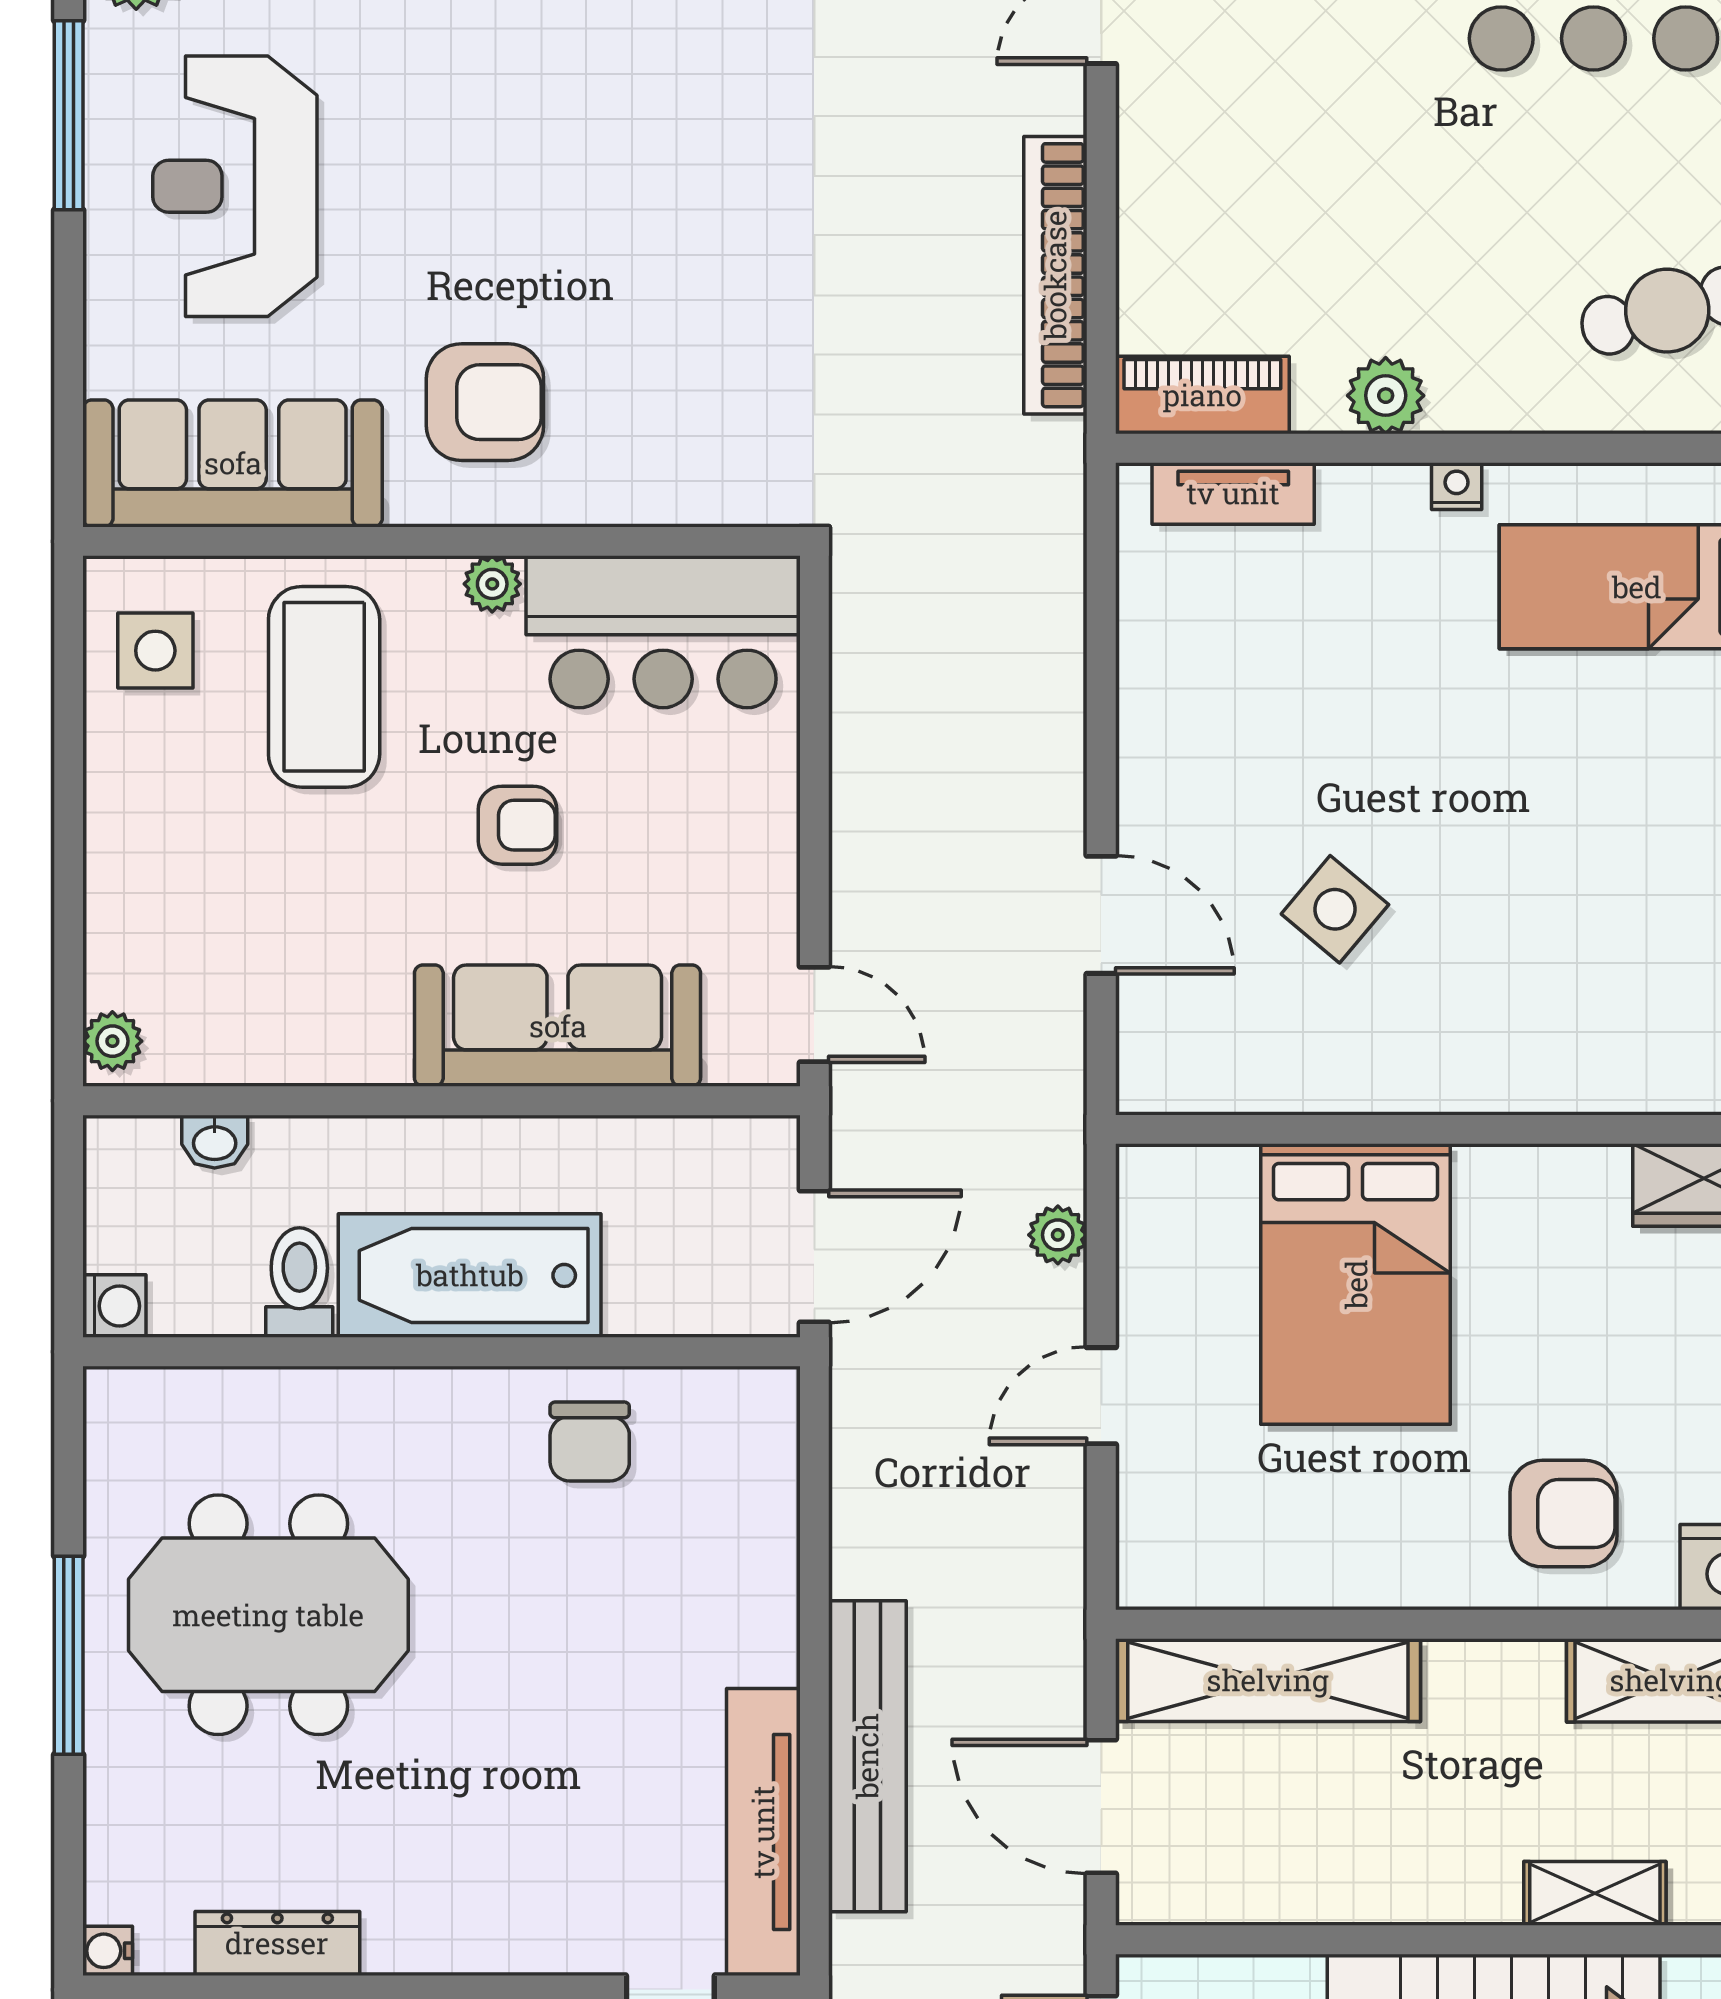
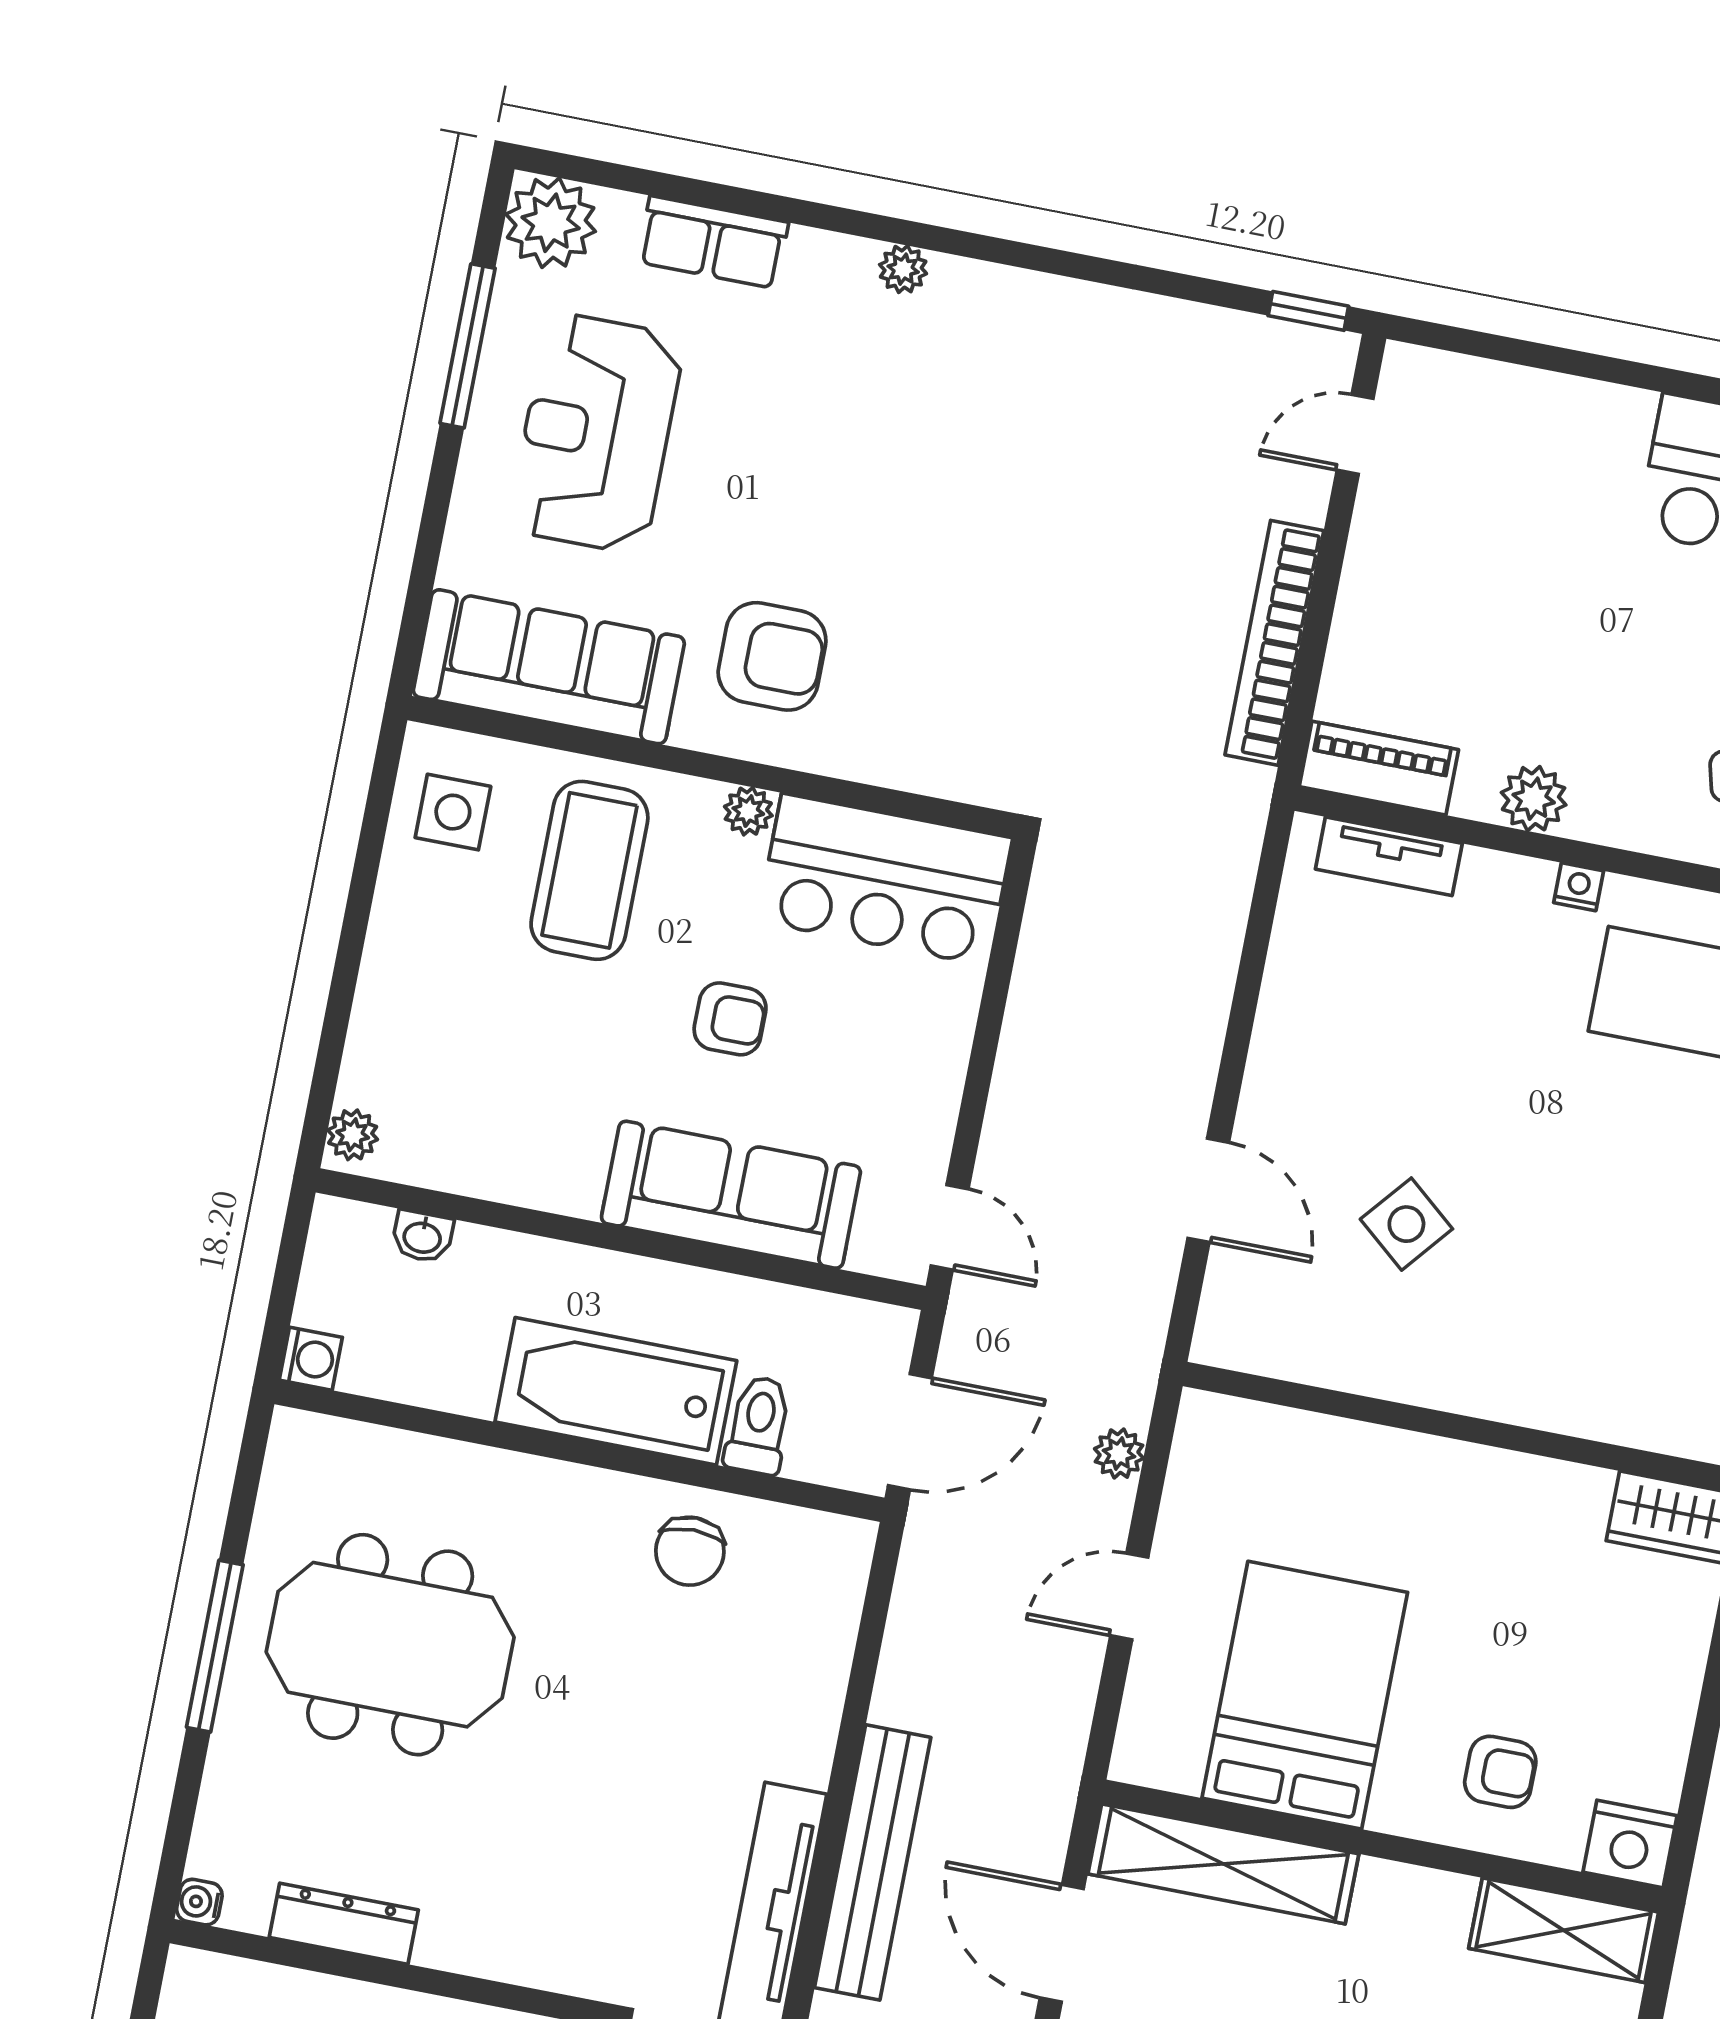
toilet: (299, 1282) -> (758, 1425), moved
bed: (1356, 1284) -> (1305, 1695), moved, turned 180
armchair: (1564, 1514) -> (1500, 1772), width x0.72, depth x0.72

